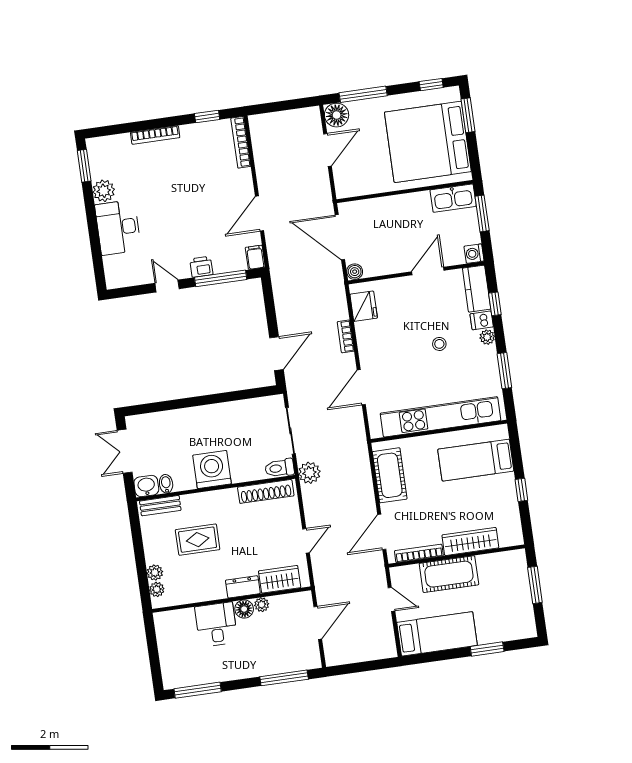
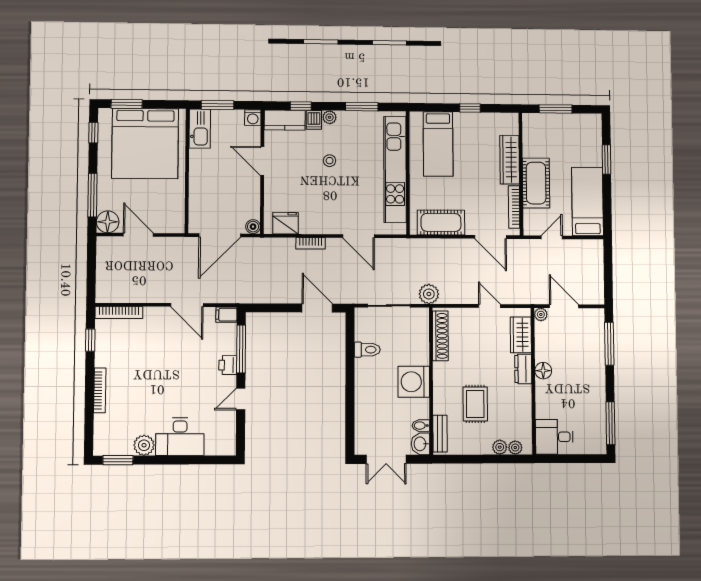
toilet: (280, 468) -> (367, 350), moved, turned -90
plant: (262, 605) -> (541, 314), moved
desk: (216, 624) -> (554, 437), moved

